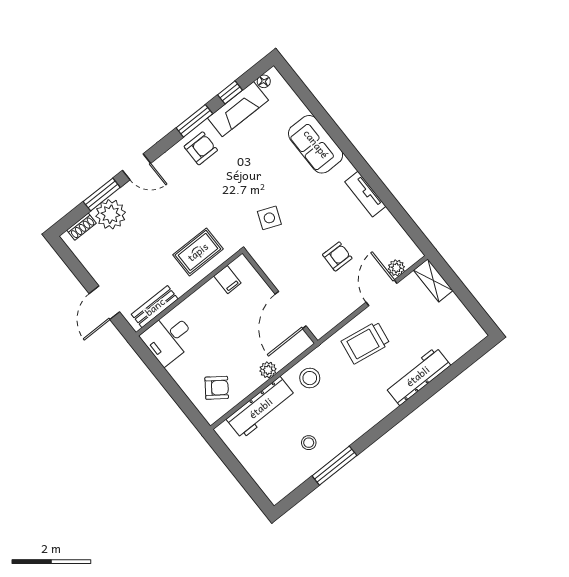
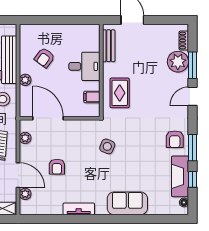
plant: (333, 318) -> (25, 138), added
desk: (168, 338) -> (84, 66), moved, turned 90
armchair: (217, 388) -> (45, 58), moved

